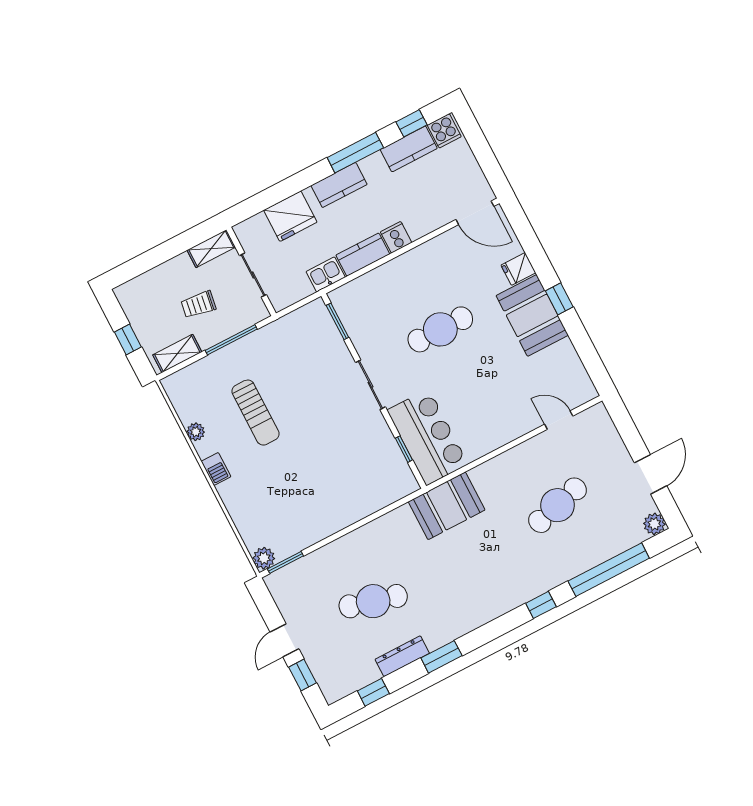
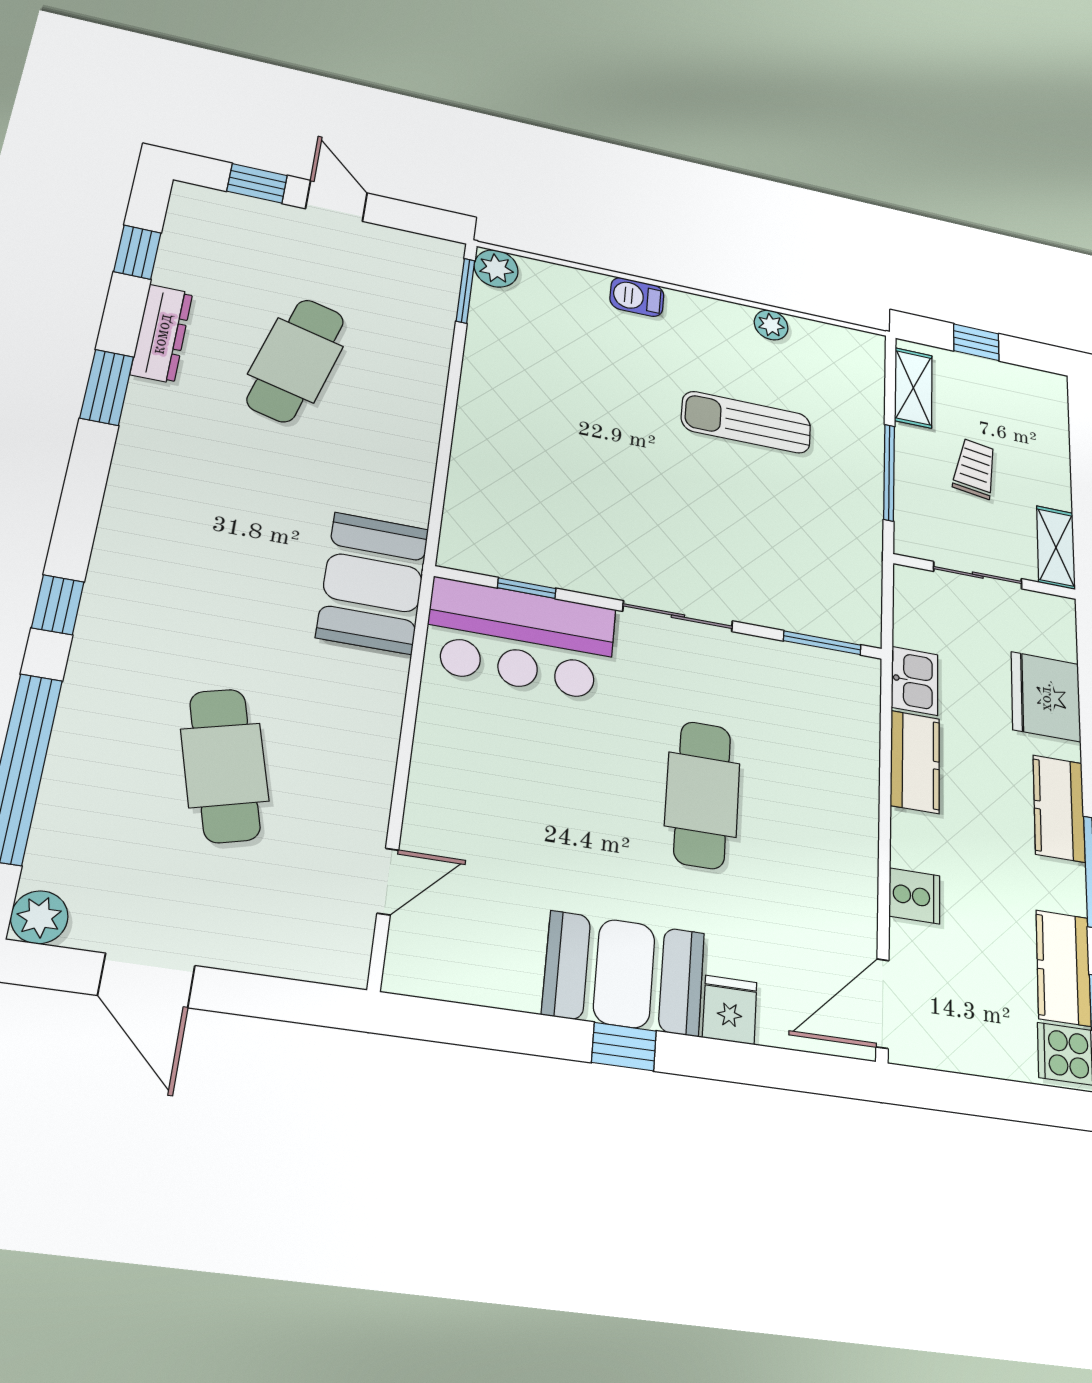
cooker: (396, 237) -> (915, 896), moved
barbecue: (216, 469) -> (637, 297), moved

